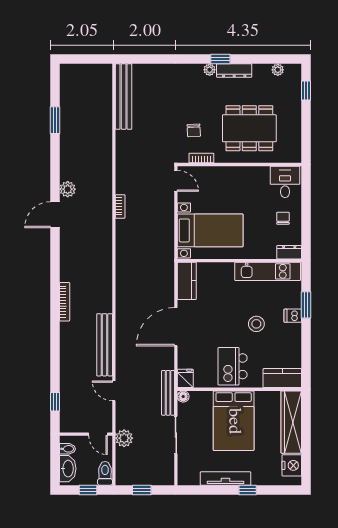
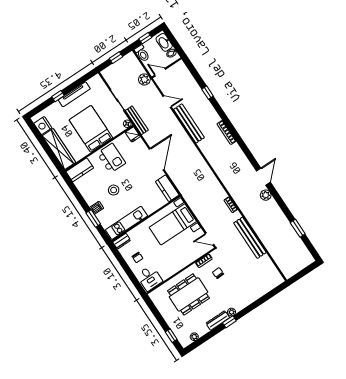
bench: (124, 97) -> (250, 238), moved
window: (55, 402) -> (208, 93), moved

